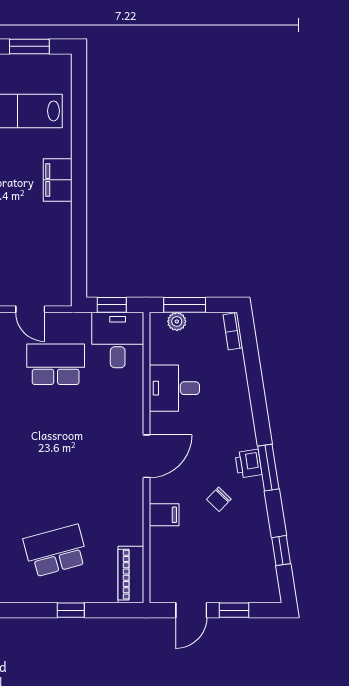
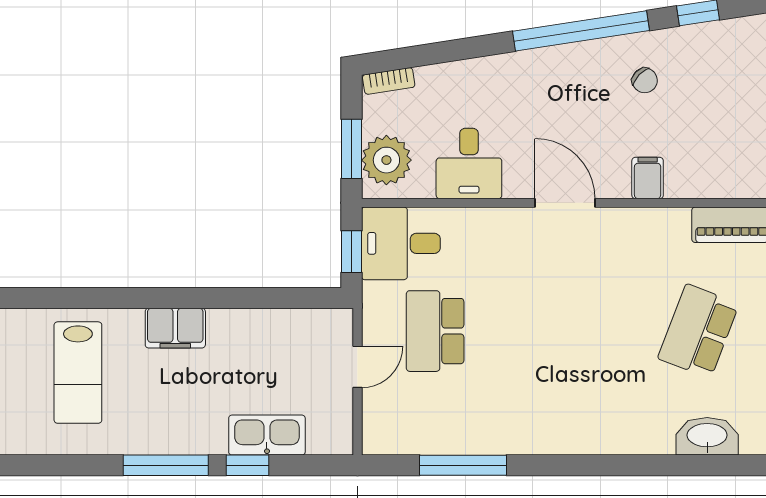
plant: (177, 321) -> (386, 160), width x1.87, depth x1.87
printer: (248, 464) -> (575, 59), removed
window: (268, 468) -> (581, 31), width x2.11
chair: (219, 499) -> (645, 80), moved
school desk: (56, 551) -> (698, 331), turned 36

